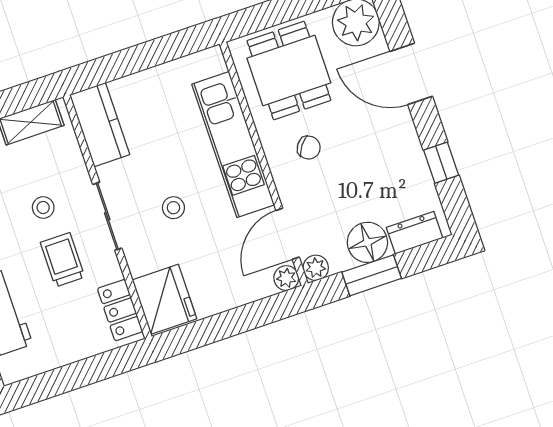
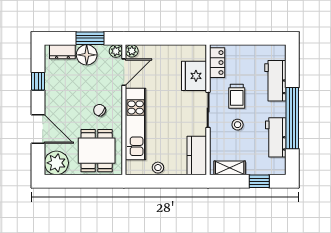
stool: (173, 208) -> (158, 168), moved
fridge: (164, 299) -> (194, 76), moved

